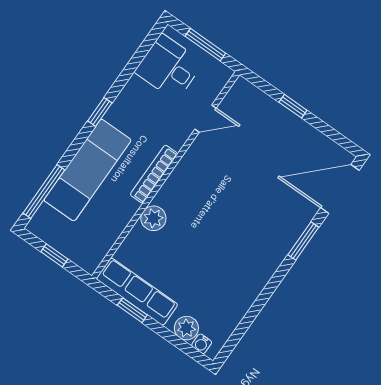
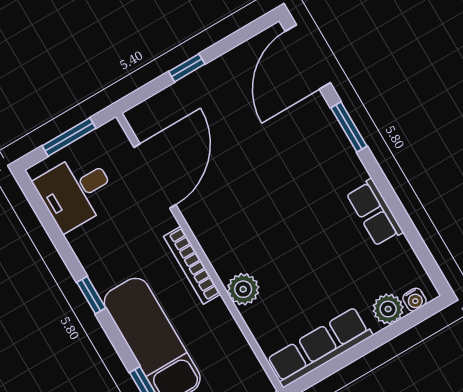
door: (205, 119) -> (155, 176), width x1.88
row of seats: (251, 287) -> (375, 213), added
window: (132, 310) -> (339, 362), removed

